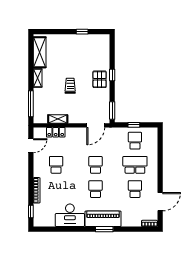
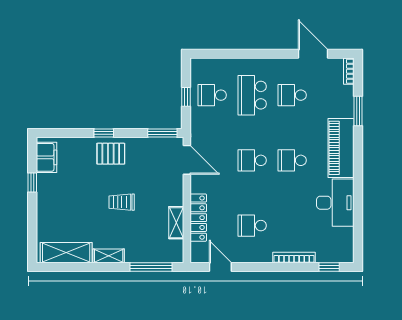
filing cabinet: (97, 40) -> (46, 157), added
locker: (56, 132) -> (198, 218), width x1.53
window: (104, 229) -> (358, 111), moved

